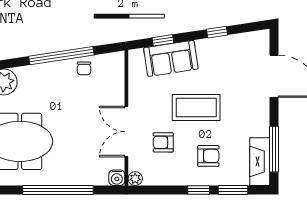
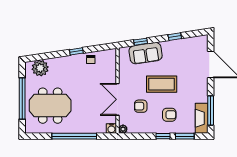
window: (61, 56) -> (76, 51), width x0.32

